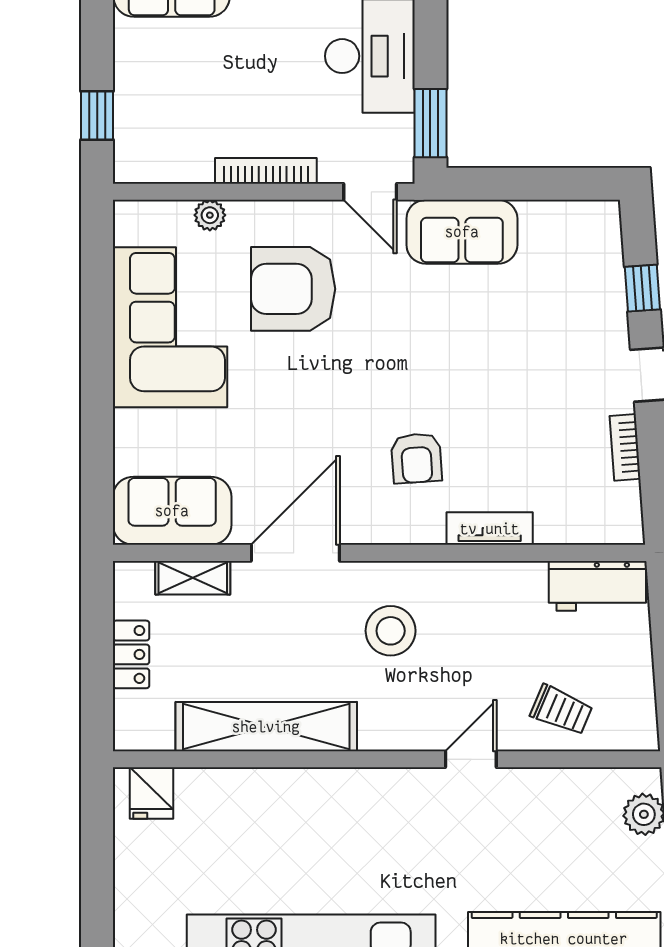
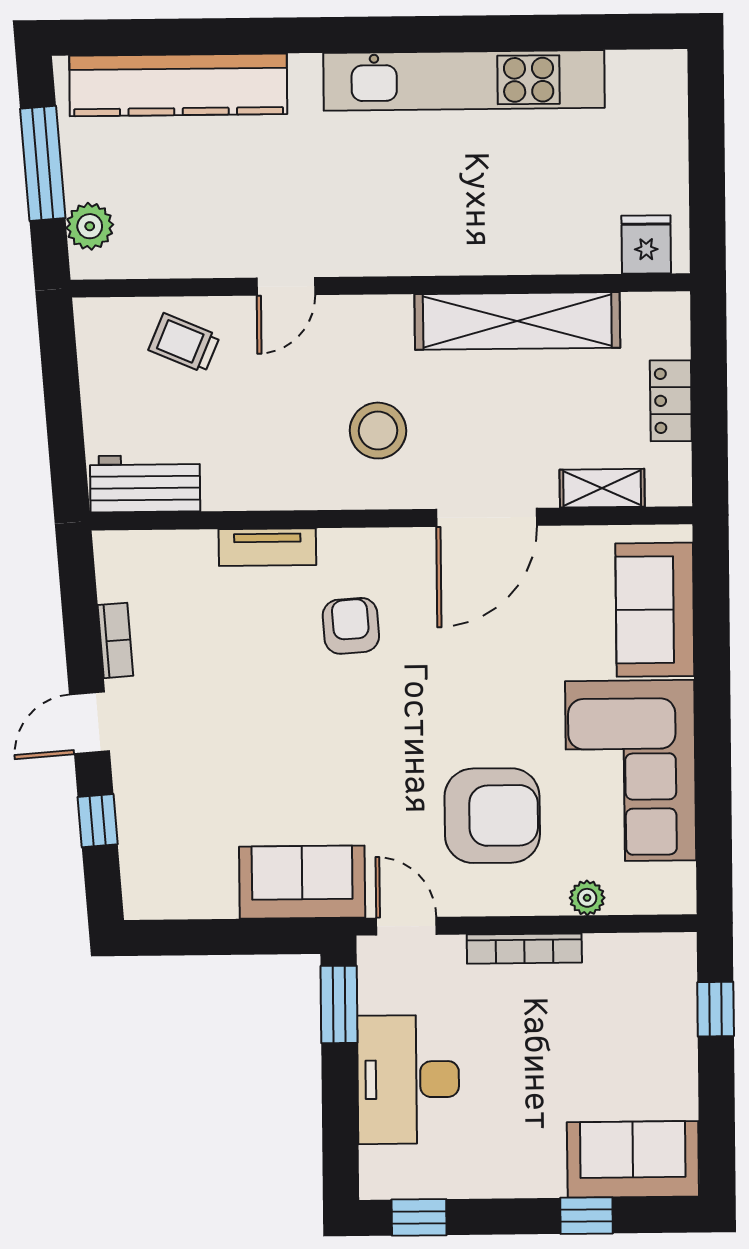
sofa: (172, 511) -> (655, 610), moved, turned 90

